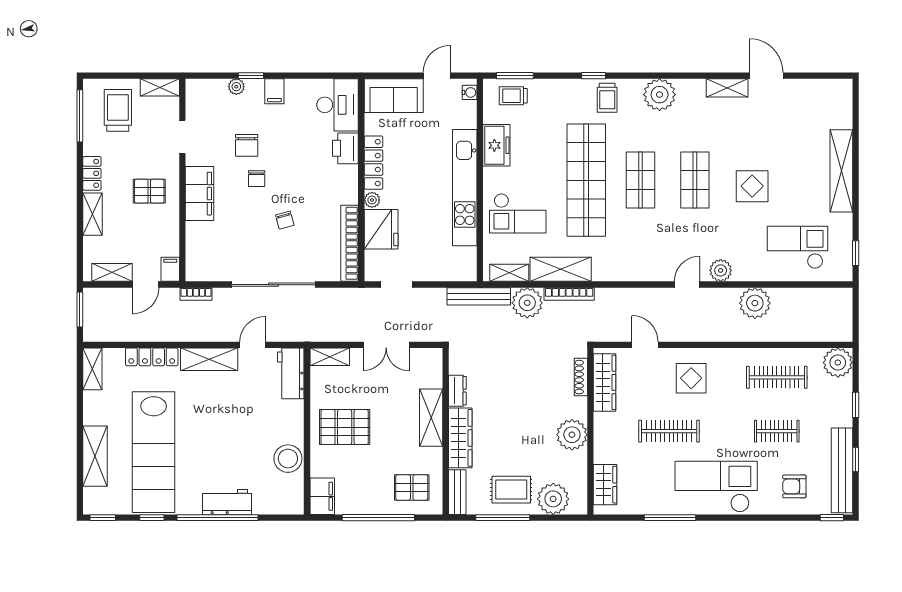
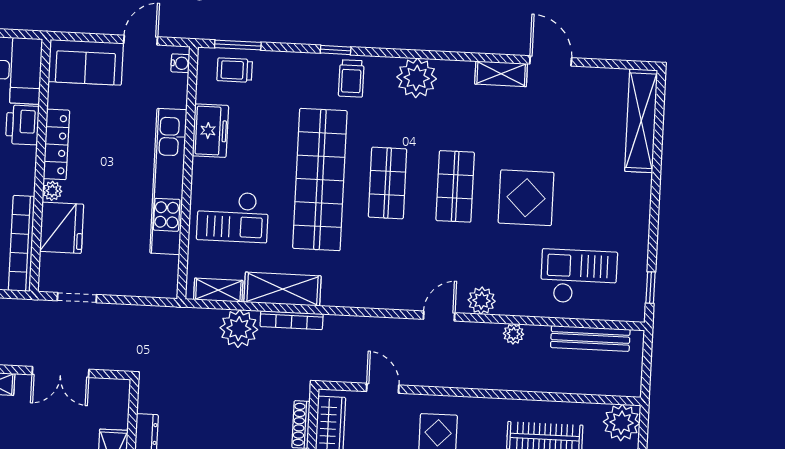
shelving: (841, 171) -> (641, 121), moved
display table: (752, 186) -> (526, 198), width x1.36, depth x1.36
bench: (479, 296) -> (590, 338), moved
plant: (755, 303) -> (513, 334), width x0.53, depth x0.53

